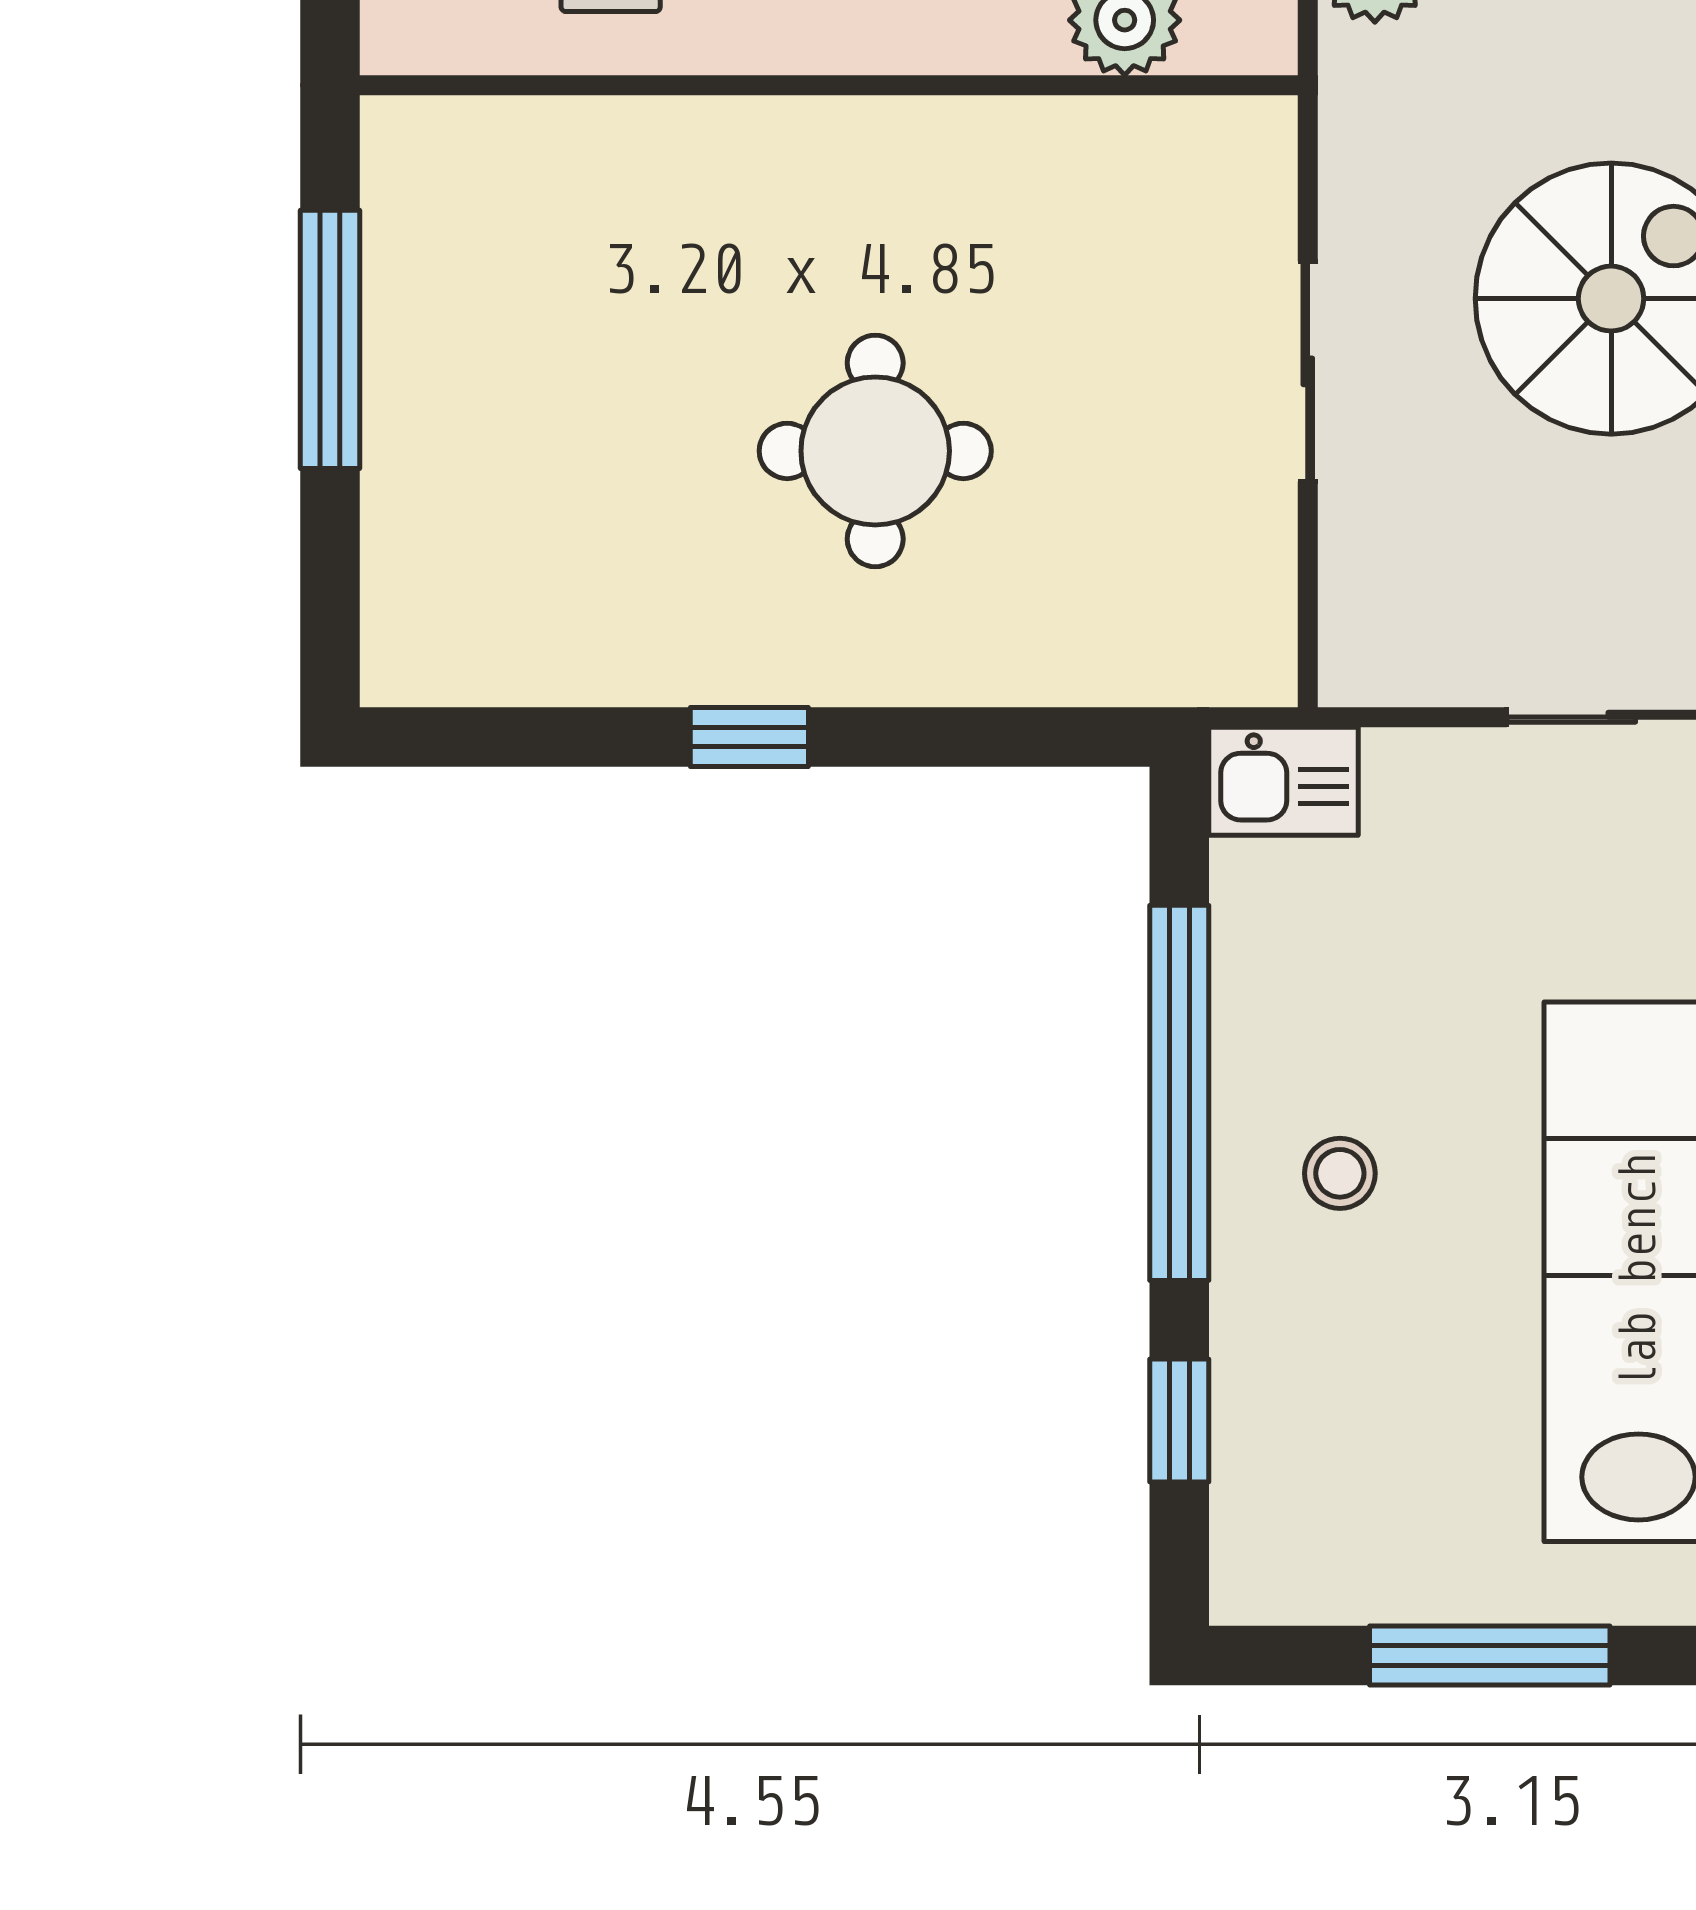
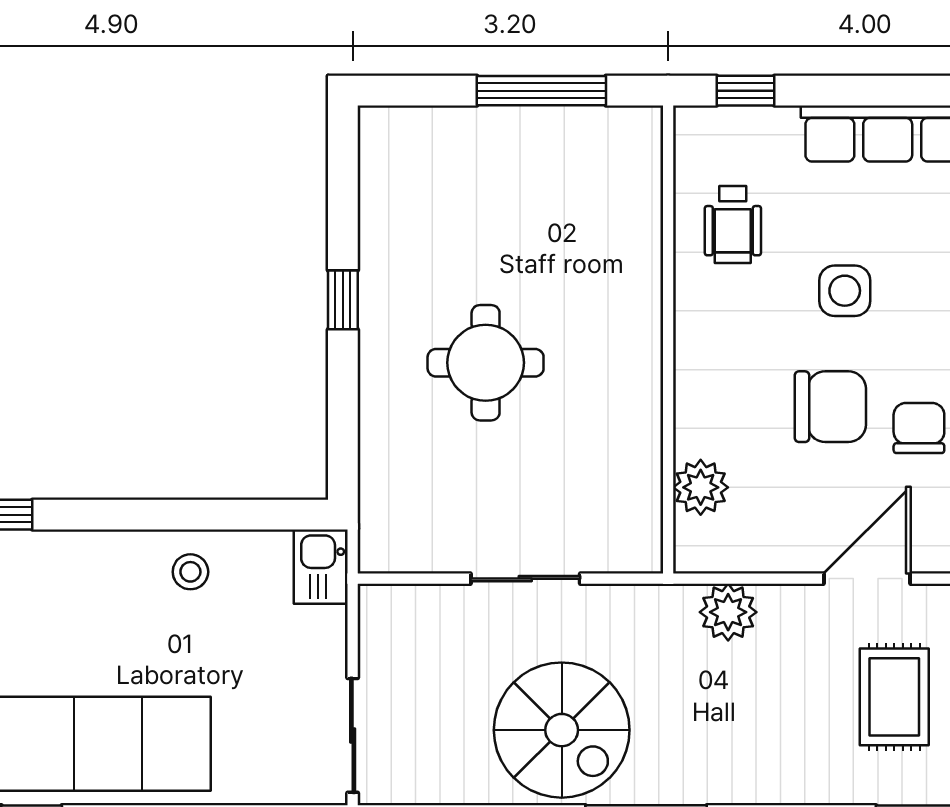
window: (1179, 1093) -> (165, 515), removed
stool: (1340, 1173) -> (190, 572), moved

